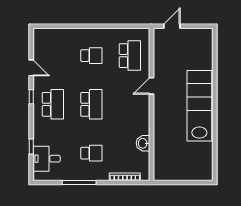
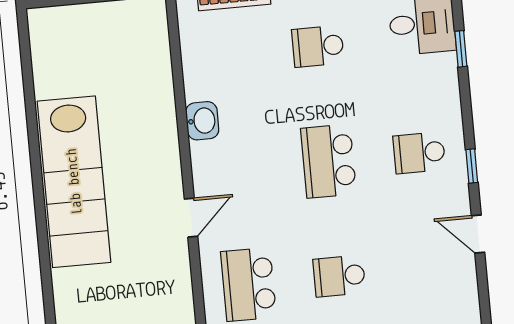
school desk: (53, 104) -> (419, 153), width x0.54
washbasin: (143, 143) -> (202, 121), moved

